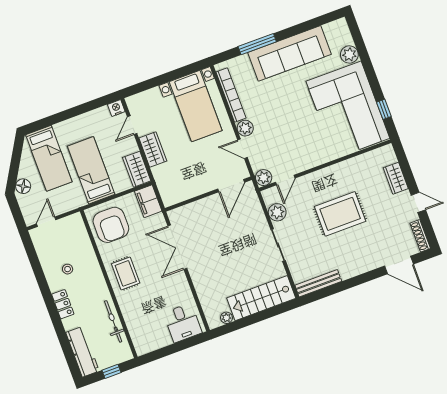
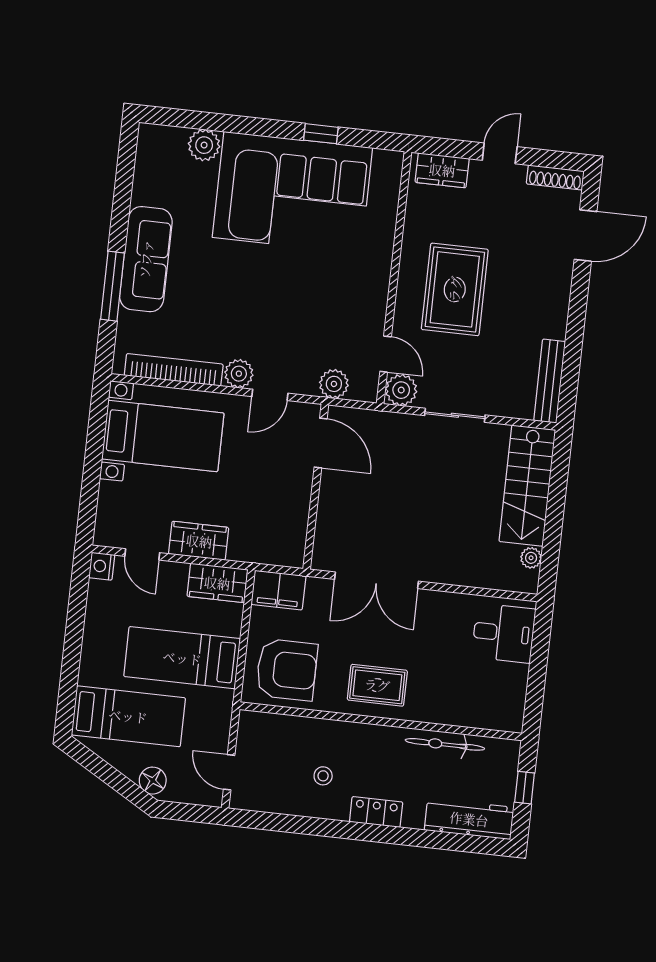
sofa: (290, 53) -> (146, 259), width x0.74, depth x0.79
wall: (325, 165) -> (394, 278), moved
door: (285, 180) -> (386, 354), moved

